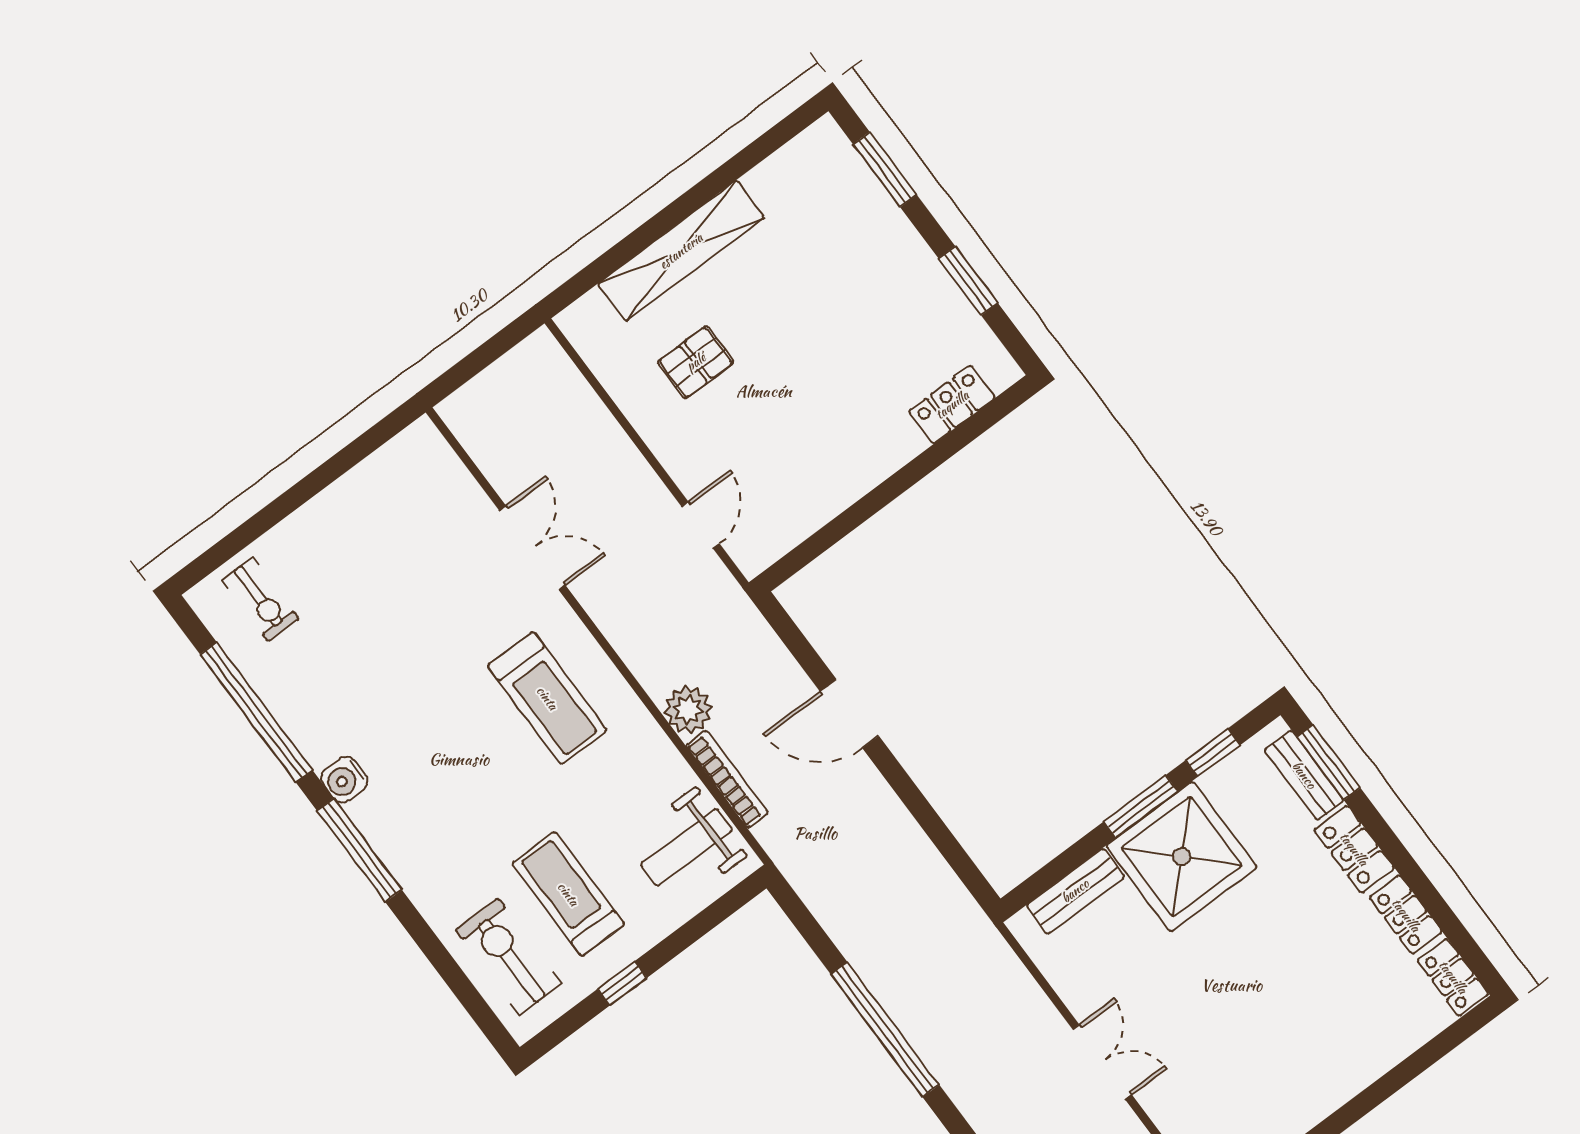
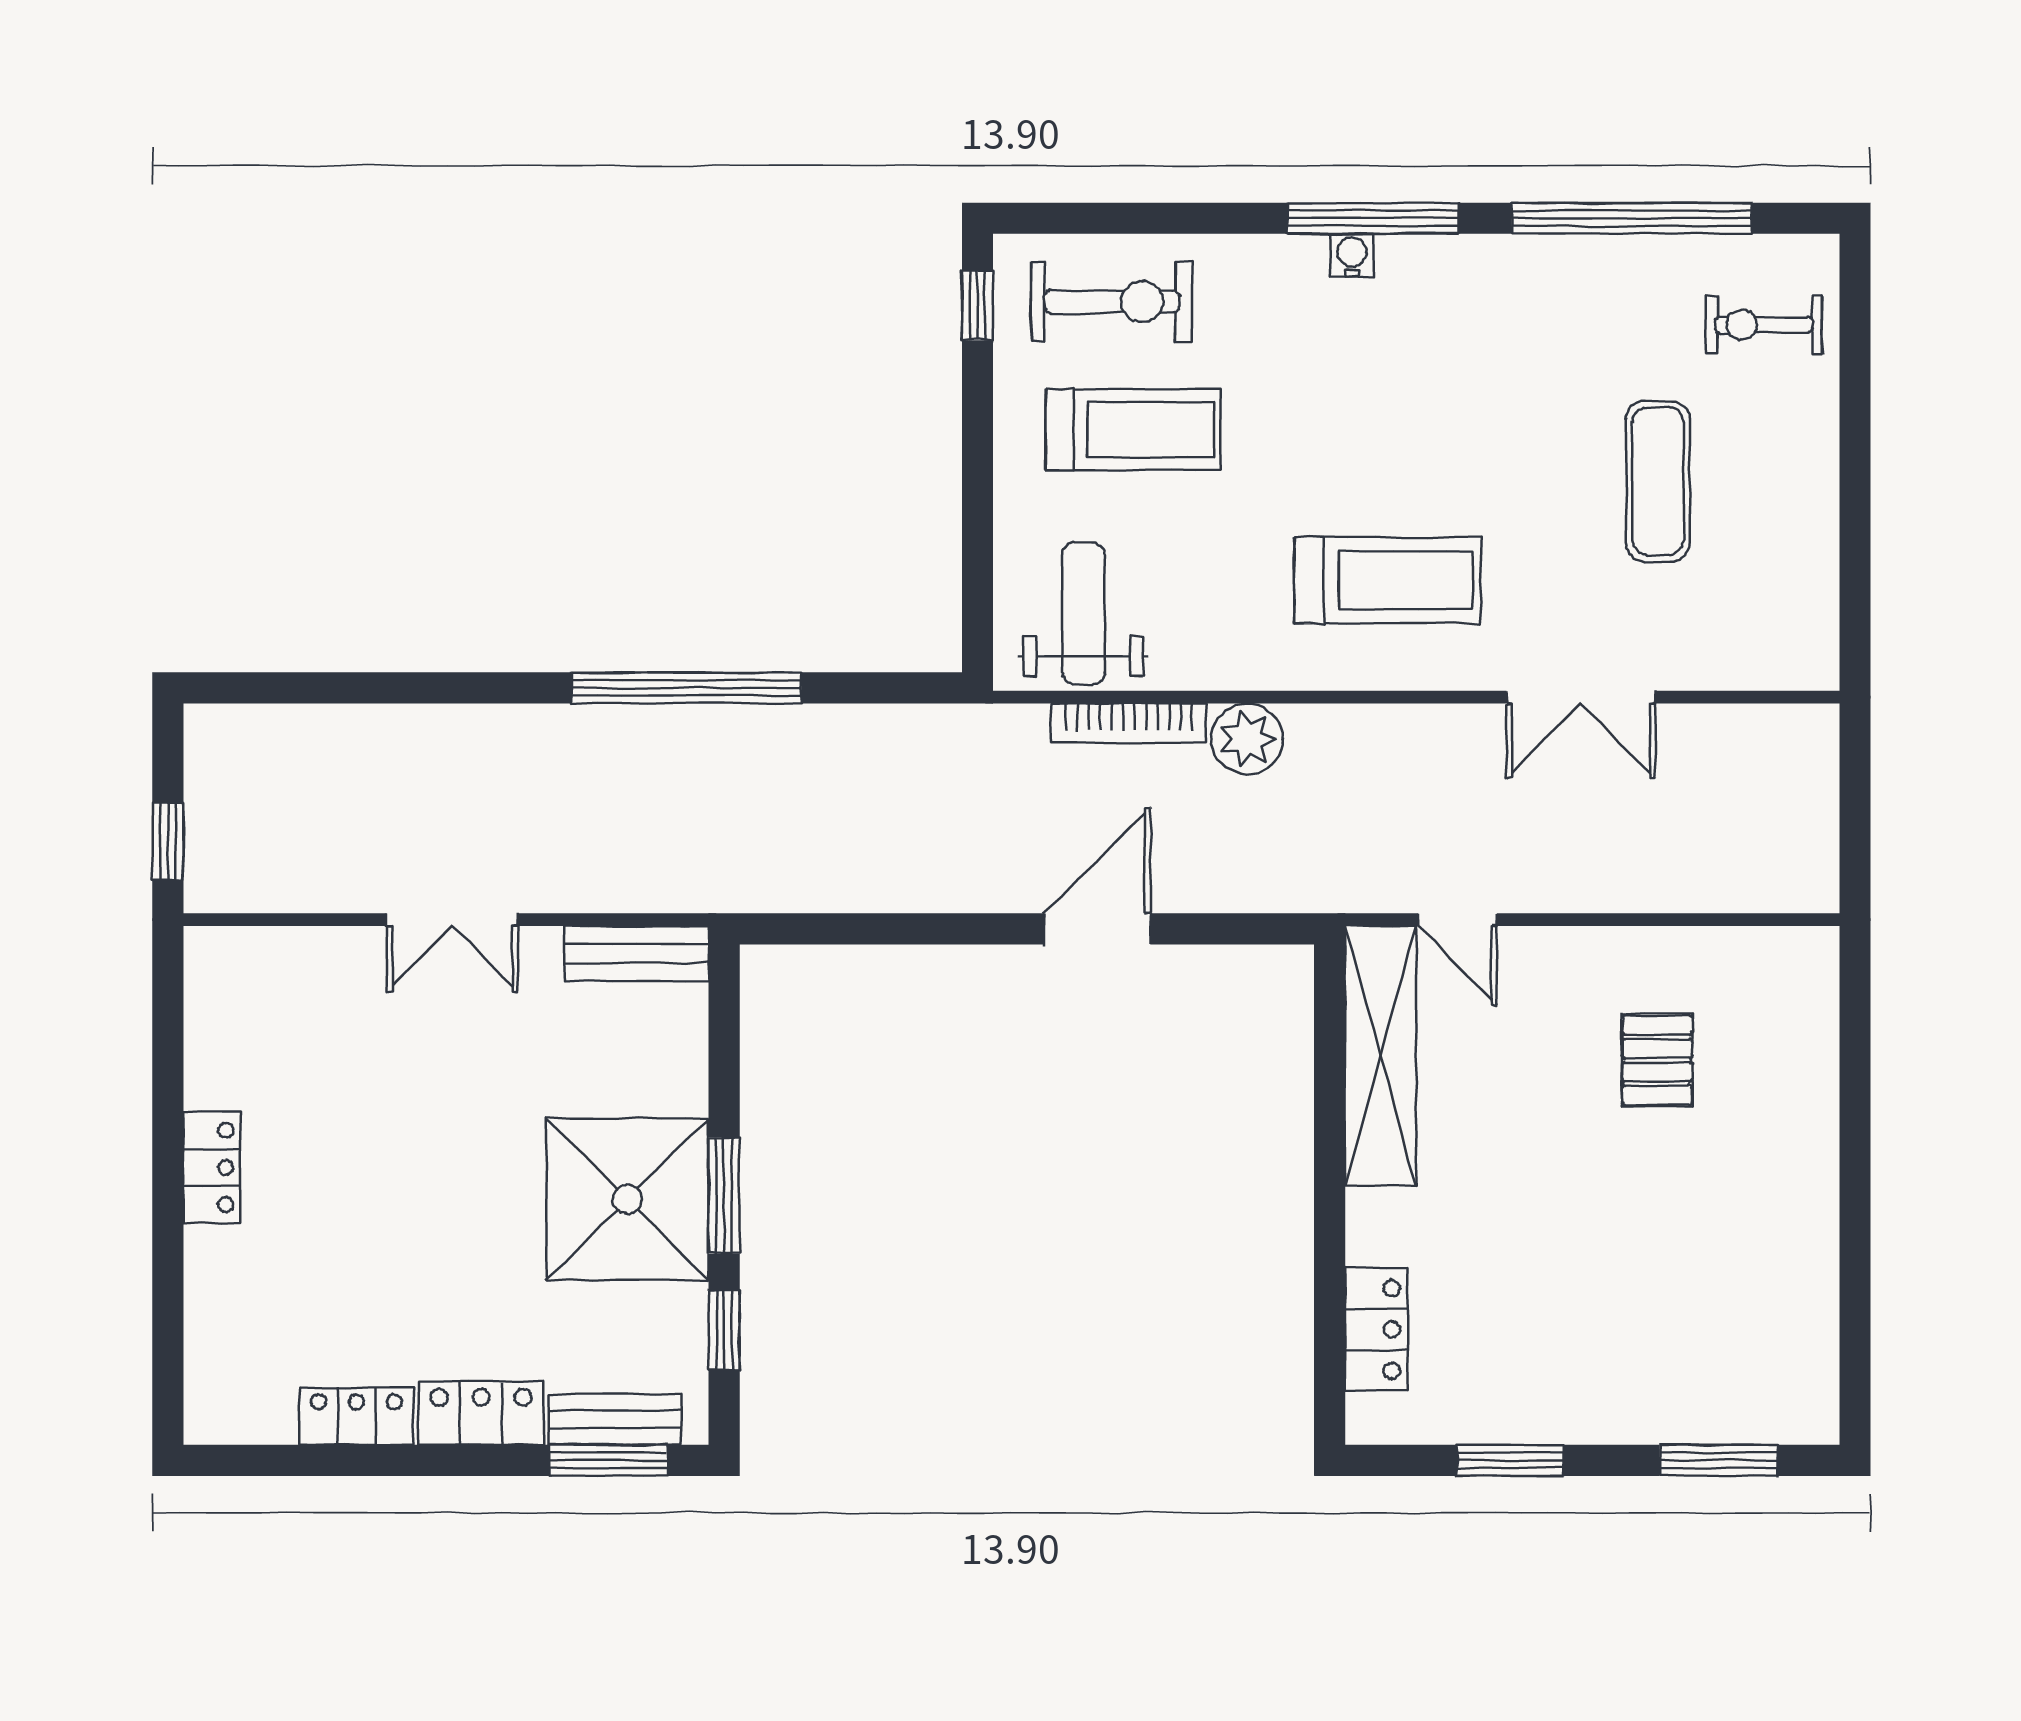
shelving: (681, 251) -> (1381, 1056), moved
exercise mat: (386, 593) -> (1658, 481), added
treadmill: (547, 698) -> (1387, 580), turned 180
water cooler: (344, 780) -> (1352, 255), moved, width x0.72, depth x0.72
bench: (1075, 891) -> (636, 953), moved, turned 90
locker: (1453, 977) -> (212, 1167), moved, turned 90
window: (622, 983) -> (977, 306), moved

